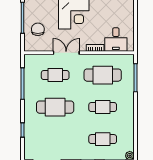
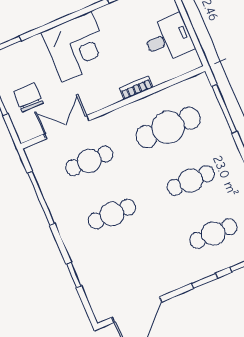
desk: (116, 40) -> (168, 39), moved, turned -90
double door: (66, 53) -> (67, 127), moved
cafe table: (55, 107) -> (112, 214), width x0.73, depth x0.74

